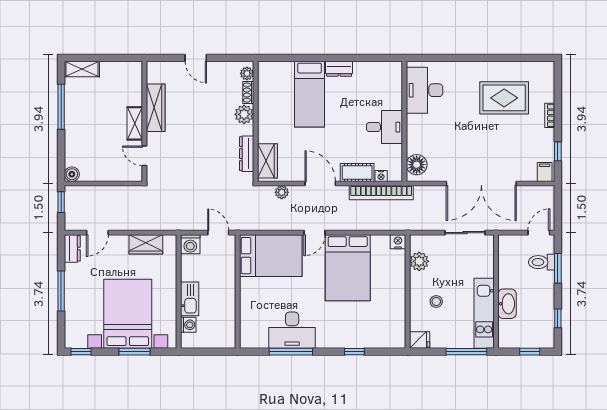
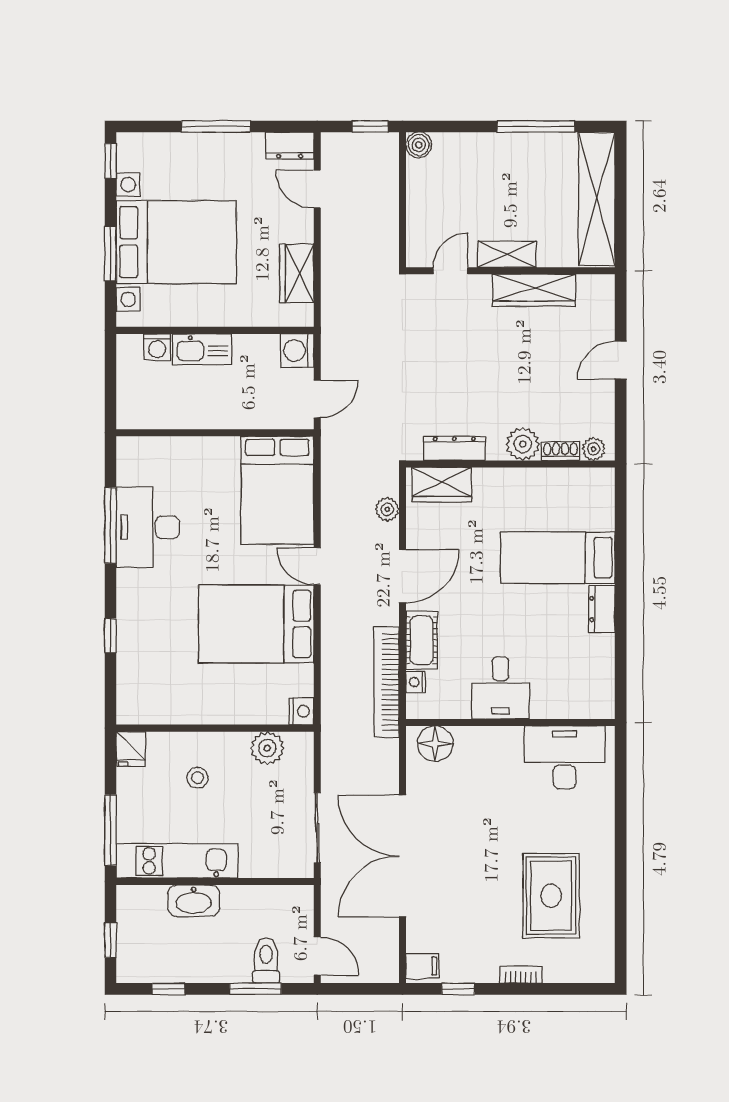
shelving: (82, 69) -> (597, 199), width x2.20, depth x1.33

